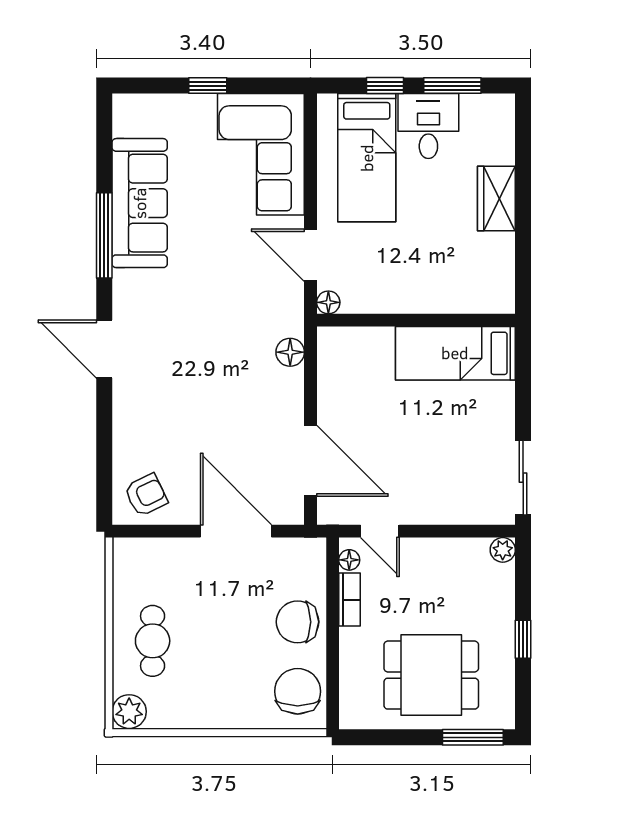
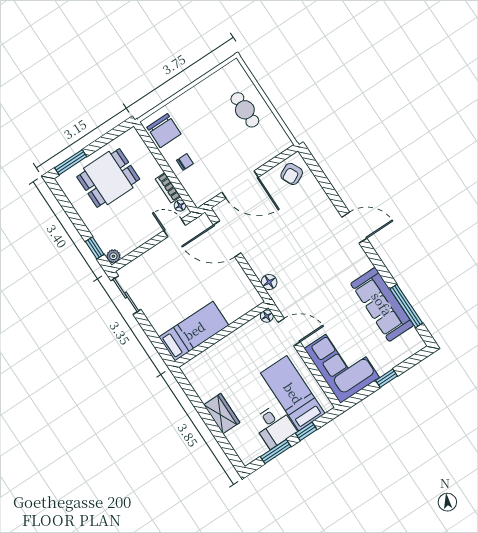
window: (104, 235) -> (406, 306), moved
chair: (297, 622) -> (185, 162), width x0.54, depth x0.54
window: (523, 639) -> (95, 248), moved
plant: (129, 712) -> (234, 71), removed

